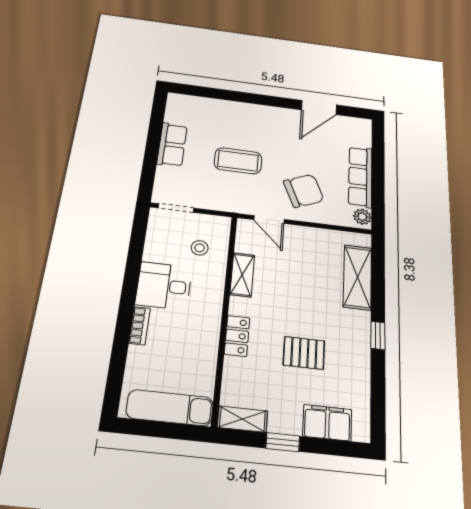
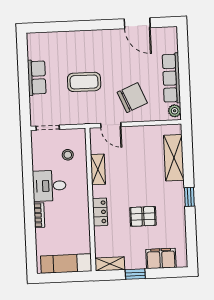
door: (319, 107) -> (137, 23), hinge flipped

